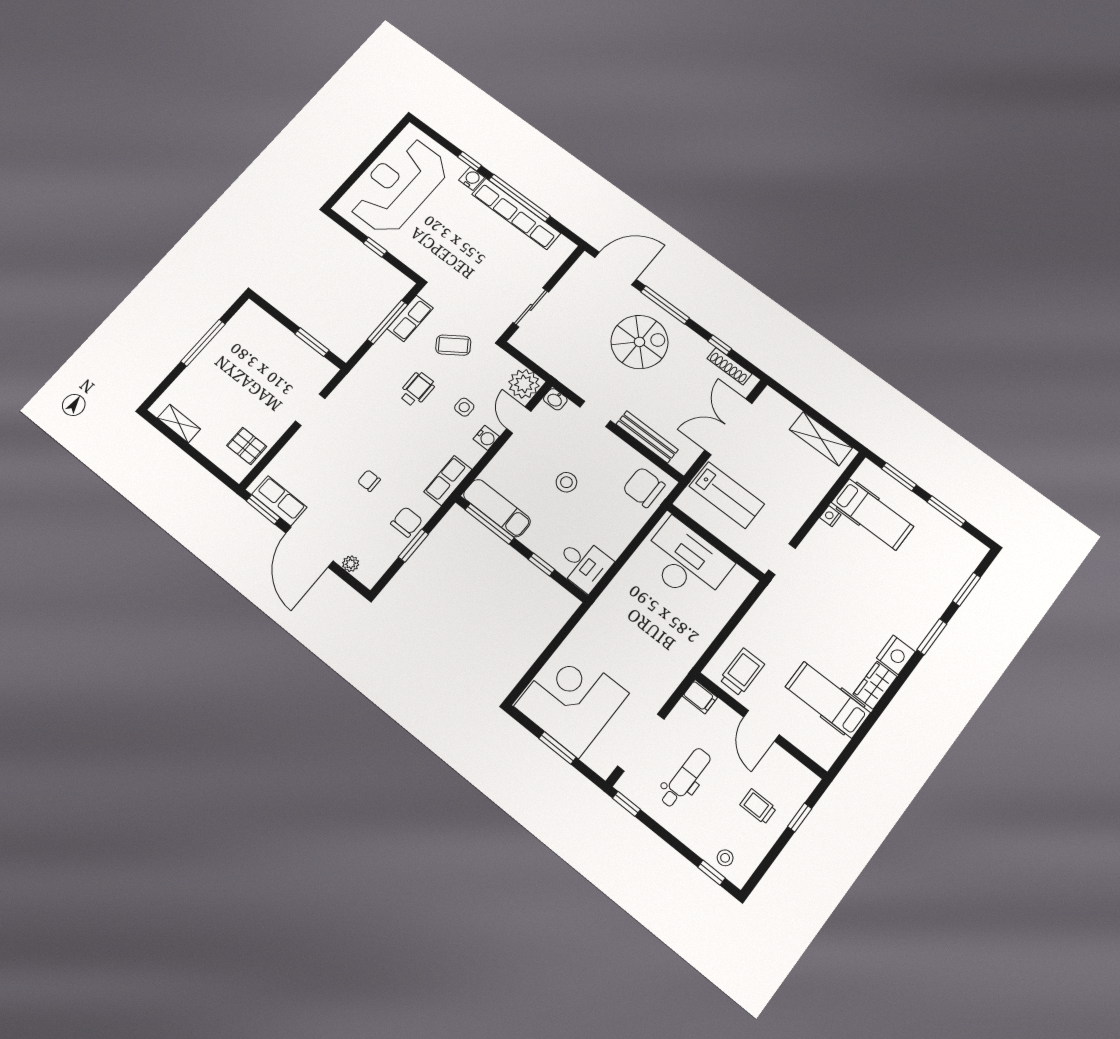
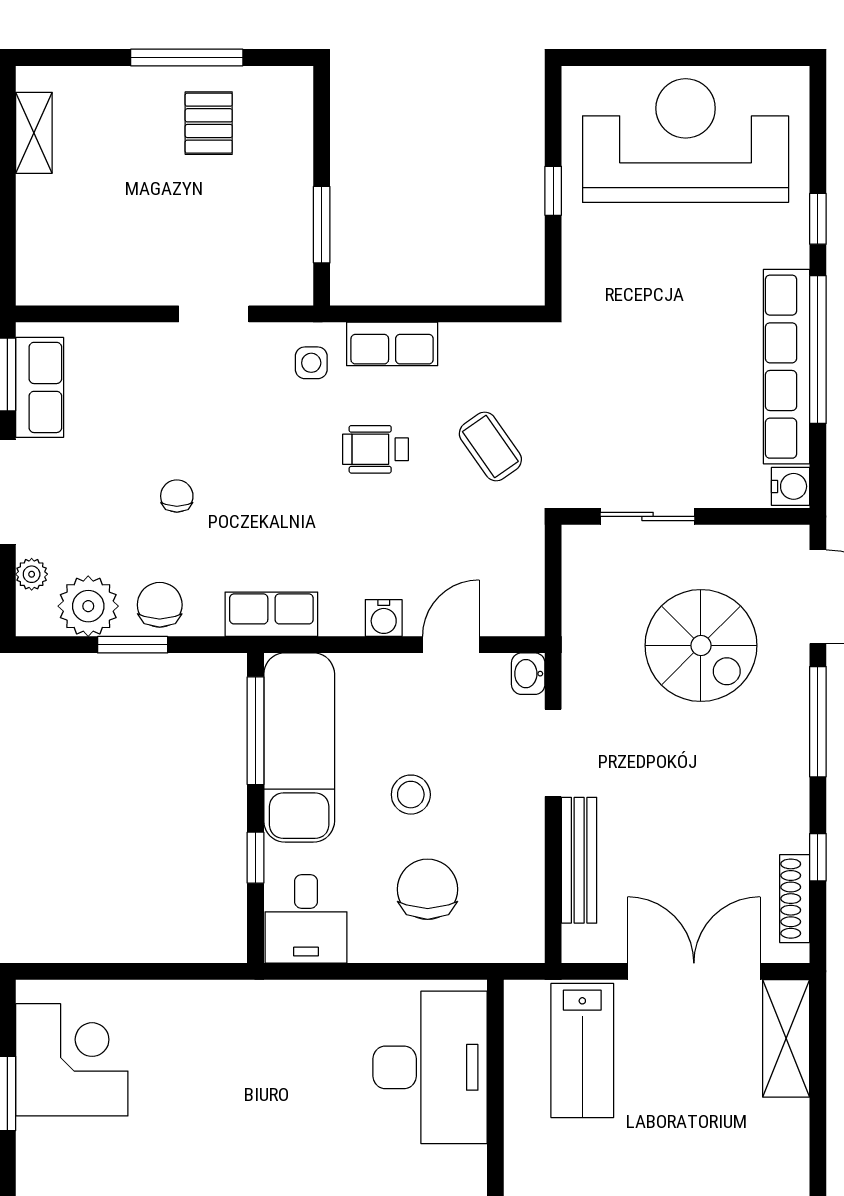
water cooler: (472, 179) -> (791, 486), moved
row of seats: (410, 318) -> (392, 344), moved
window: (388, 322) -> (447, 314), removed
spiral stairs: (639, 342) -> (701, 645), moved
plant: (524, 384) -> (88, 606), moved
wheelchair: (417, 389) -> (375, 449), turned 180
side table: (464, 407) -> (311, 363), moved
doorway: (595, 414) -> (553, 753), width x1.38
shelving: (821, 439) -> (786, 1038), moved
pallet: (247, 446) -> (209, 123), moved
chair: (644, 487) -> (428, 889), moved
exam couch: (497, 508) -> (299, 748), width x1.36, depth x1.45
chair: (407, 522) -> (160, 605), turned -90
corner desk: (572, 700) -> (72, 1060), width x0.74, depth x0.74

